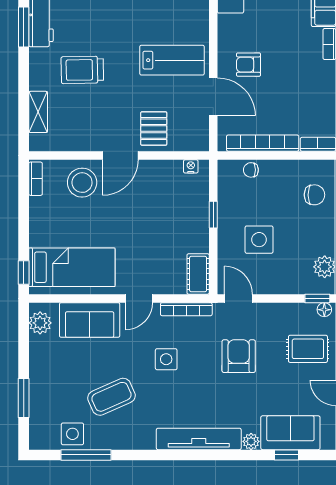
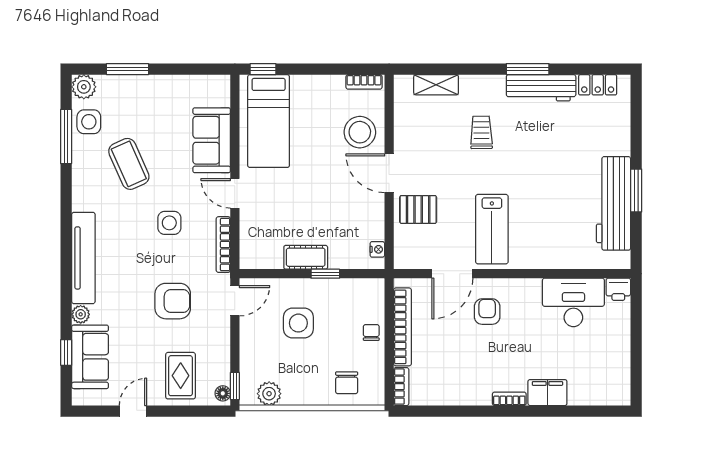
trolley: (82, 70) -> (481, 132), width x0.73, depth x0.72
chair: (251, 170) -> (371, 332), moved
cot: (198, 274) -> (306, 257), moved
plant: (40, 323) -> (84, 87), moved

